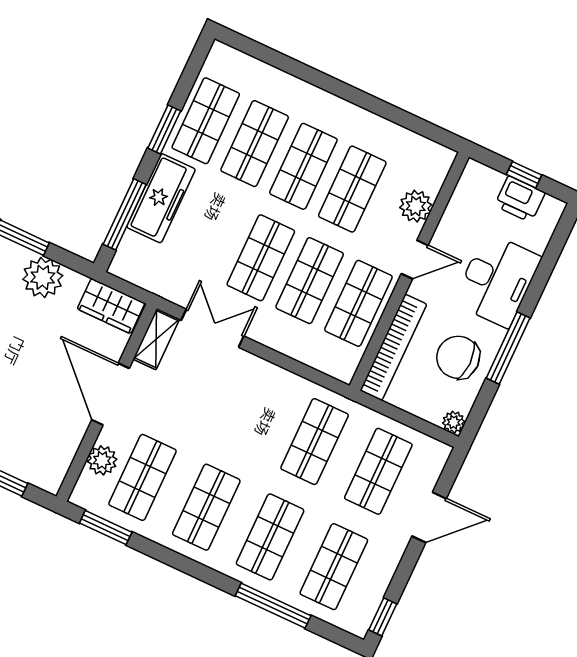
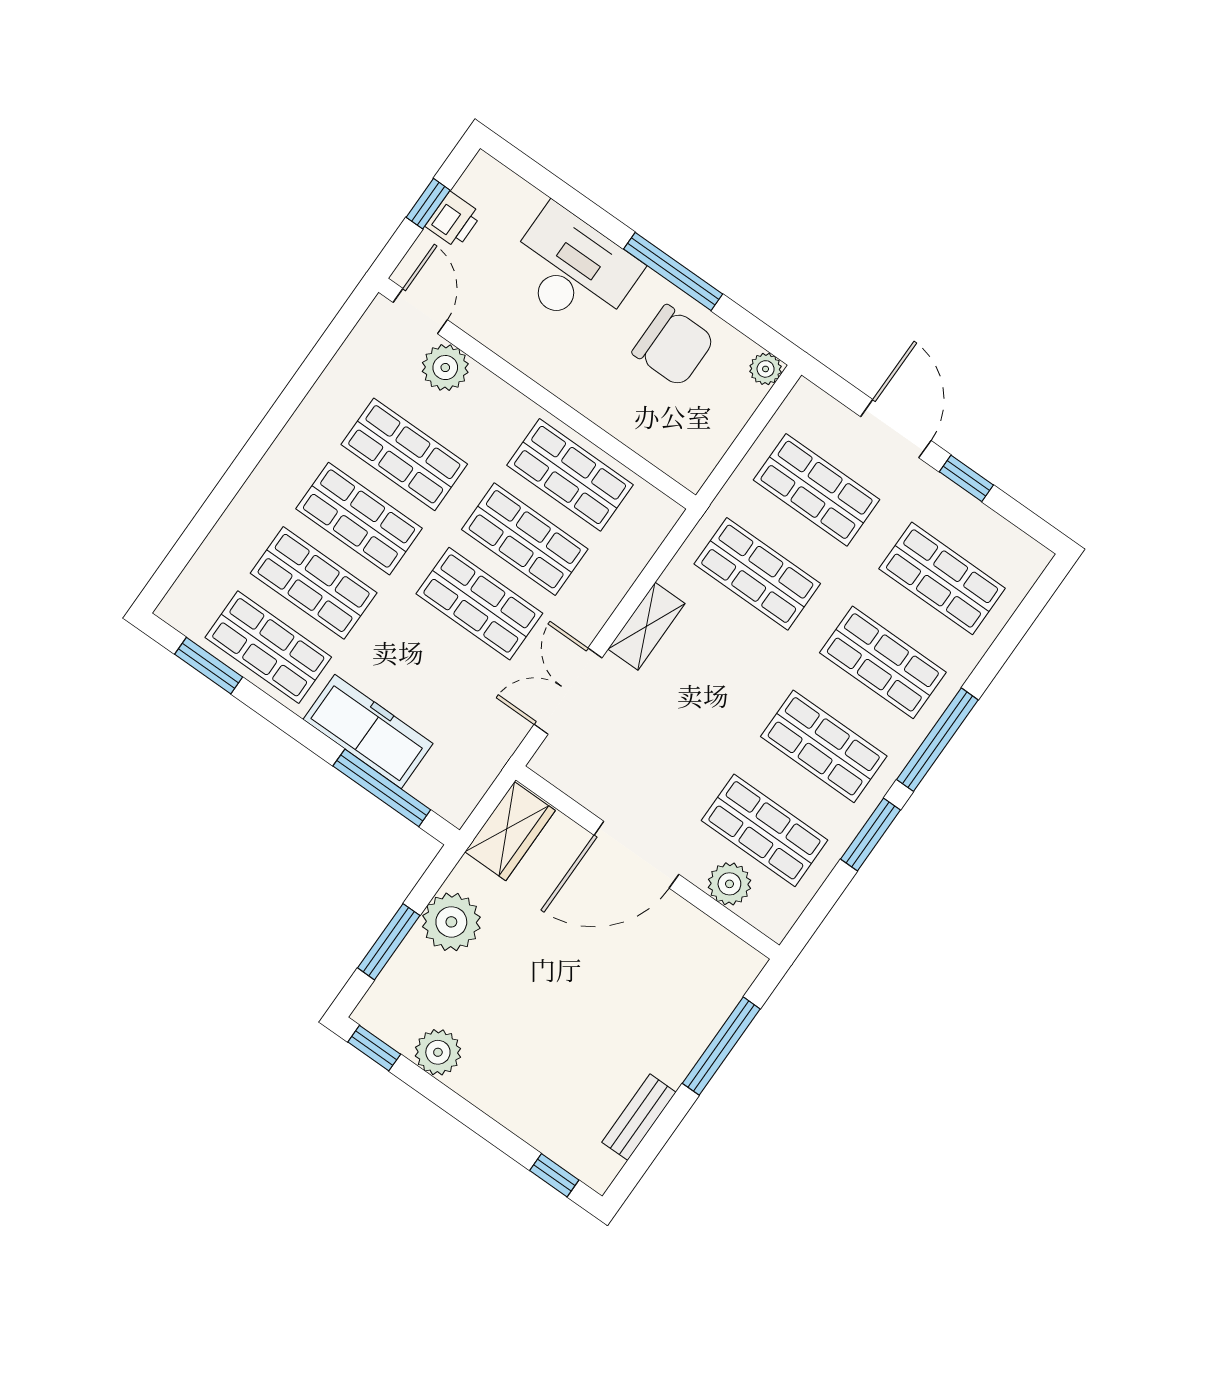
window: (164, 129) -> (209, 666), moved
printer: (520, 199) -> (454, 220), width x0.73, depth x0.81
door: (415, 260) -> (420, 311), moved
shelving: (156, 339) -> (646, 626), moved, turned 90
bookcase: (393, 347) -> (642, 436), removed
chair: (458, 357) -> (673, 346), turned -90
window: (106, 528) -> (870, 835), moved
window: (273, 606) -> (937, 740), moved
window: (383, 617) -> (966, 478), moved

